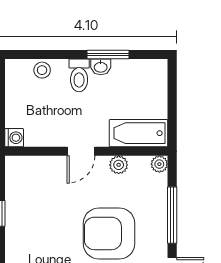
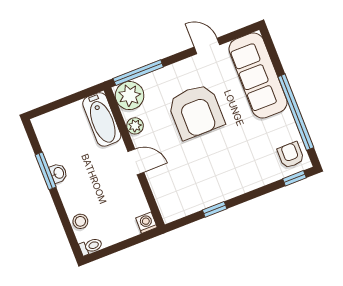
toilet: (79, 75) -> (91, 246), moved, width x0.73, depth x0.72
plant: (159, 164) -> (130, 96), width x1.87, depth x1.87
window: (172, 215) -> (138, 73), moved

